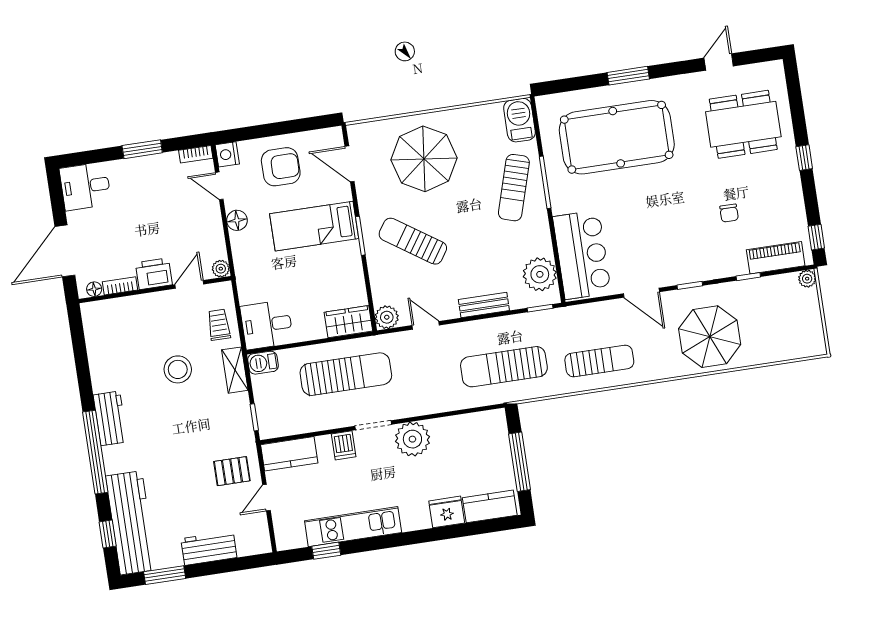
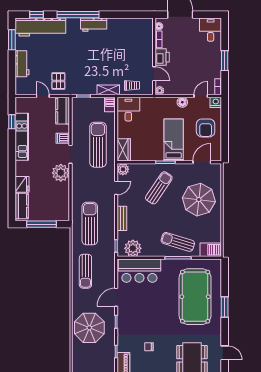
stool: (178, 369) -> (113, 62), removed
sun lounger: (346, 374) -> (98, 145), turned 180

